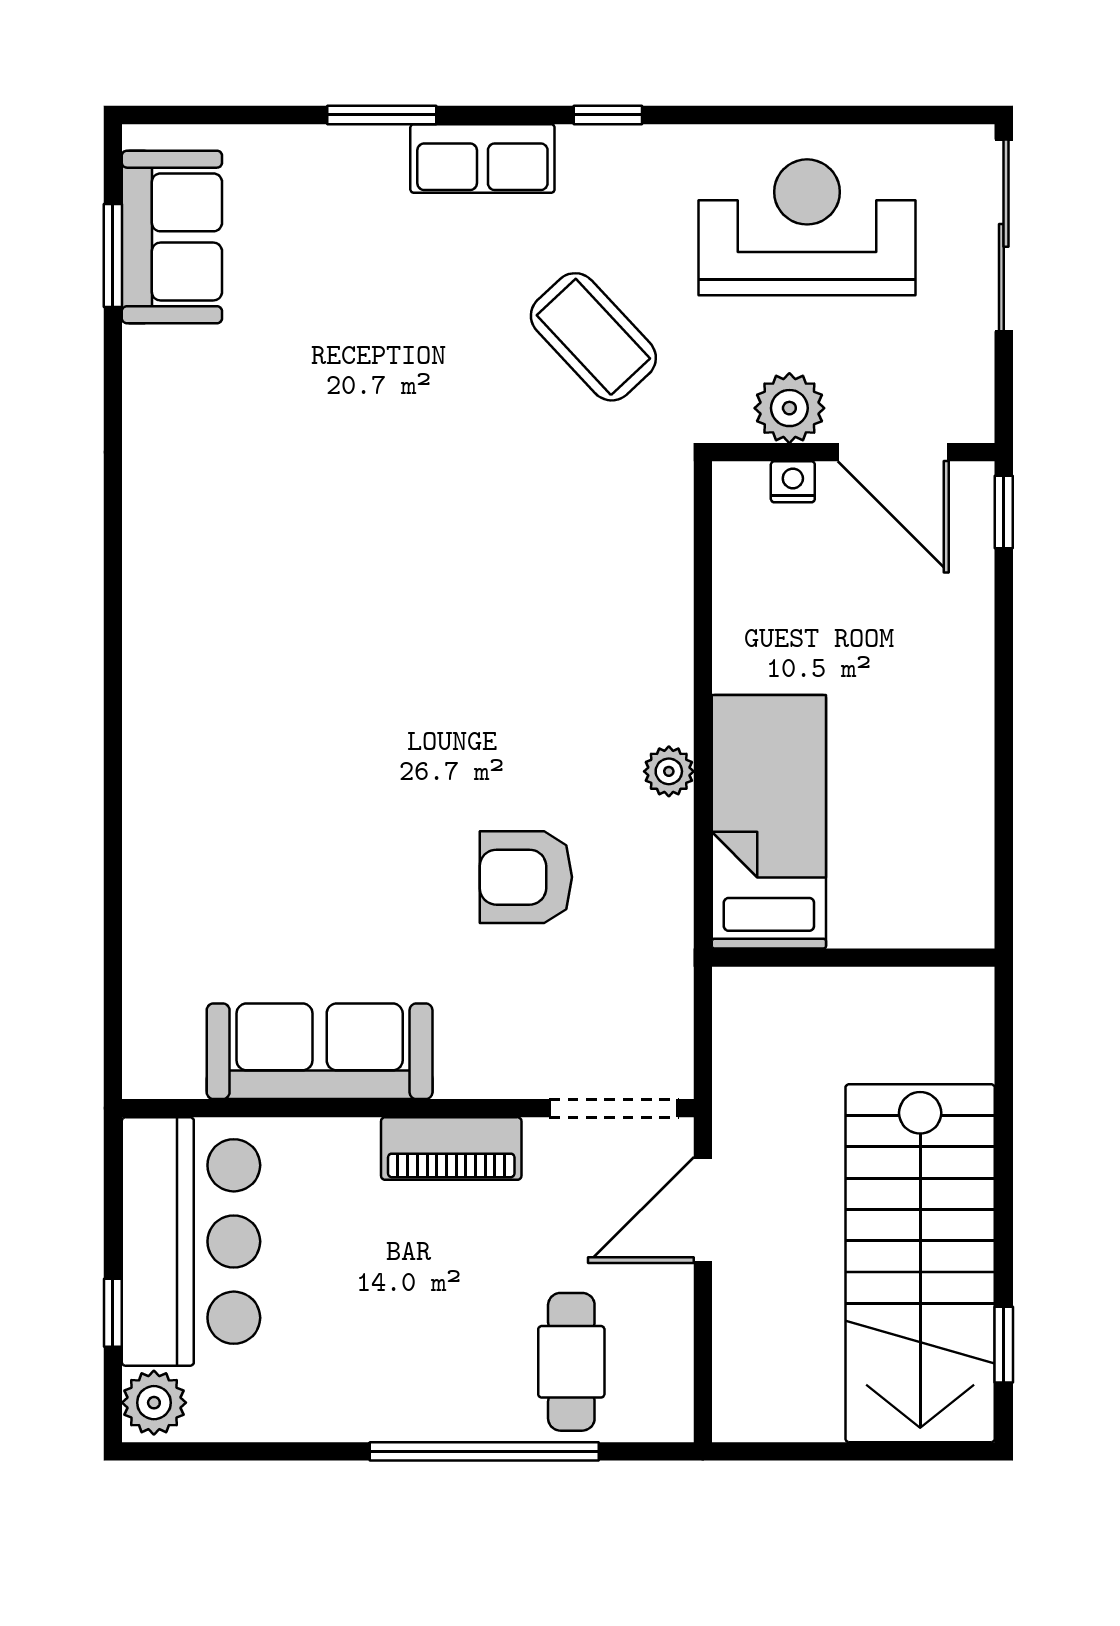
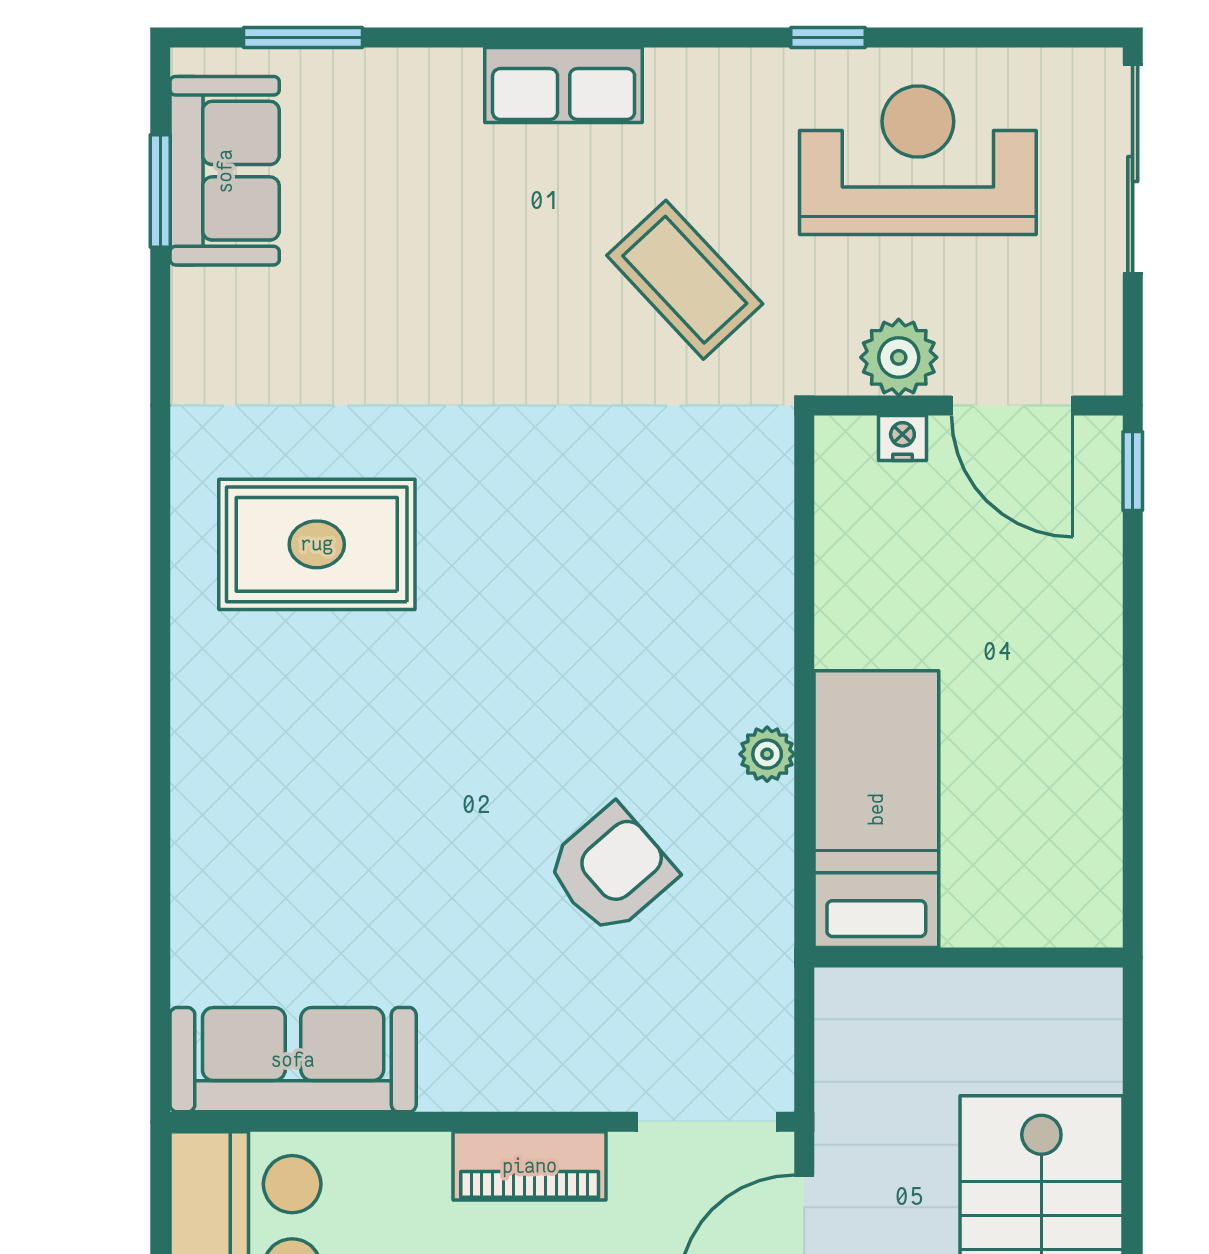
window: (382, 115) -> (303, 38), moved
window: (608, 115) -> (828, 38), moved
rug: (256, 579) -> (317, 544), added
armchair: (526, 877) -> (611, 870), turned 139
sofa: (320, 1051) -> (293, 1060), moved

